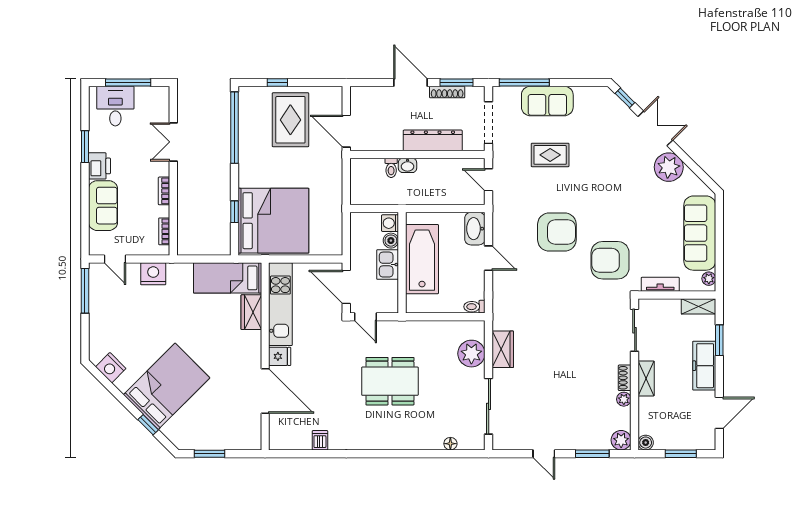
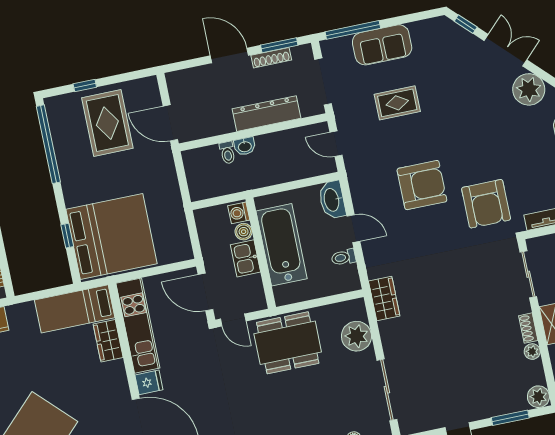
armchair: (610, 260) -> (486, 204), turned -90
toilet: (474, 307) -> (344, 257), moved
wardrobe: (503, 349) -> (384, 299), moved
dining table: (390, 381) -> (288, 343), moved

